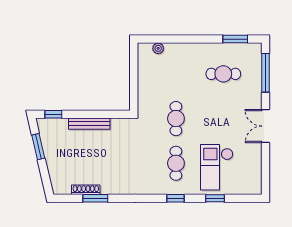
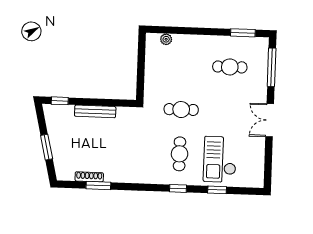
cafe table: (176, 119) -> (181, 110), turned 90
window: (38, 147) -> (47, 147), moved

